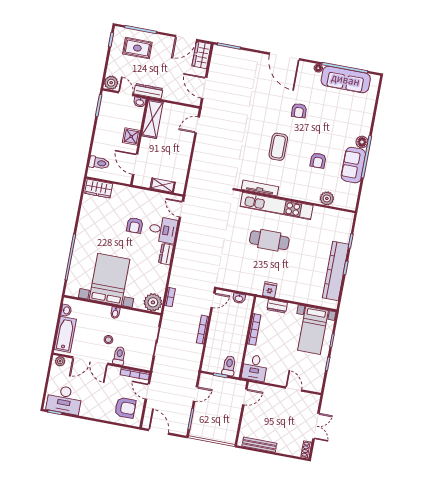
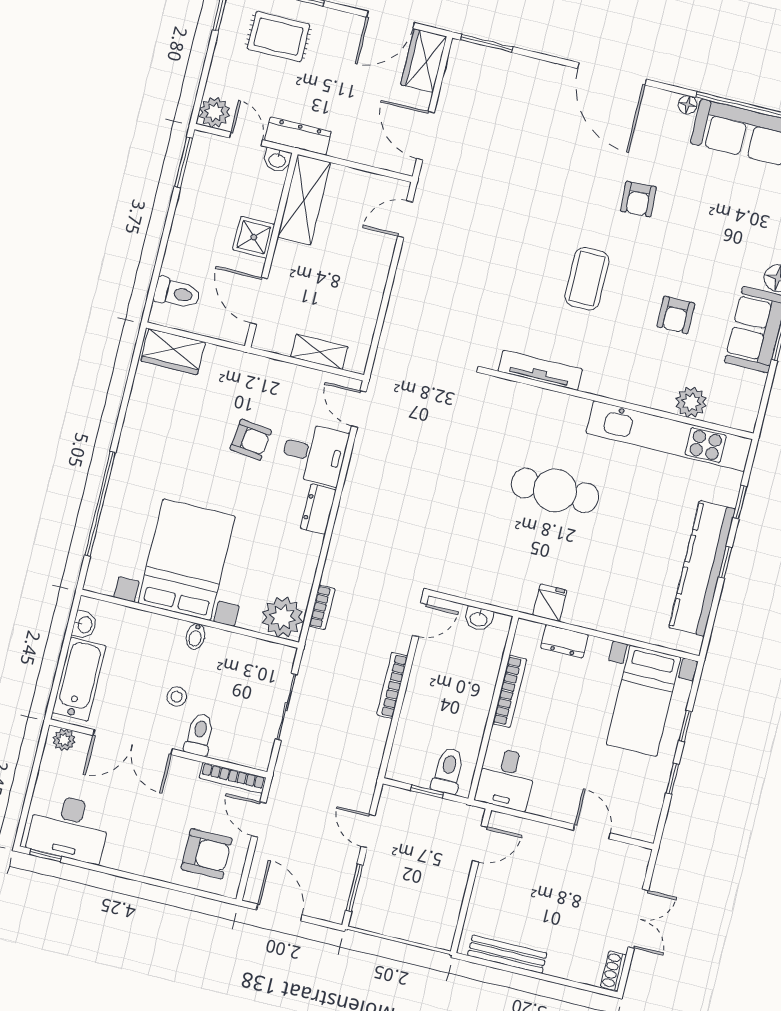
kitchen unit: (277, 206) -> (669, 436), moved
armchair: (135, 225) -> (251, 440), turned -83
door: (195, 394) -> (368, 831), swing flipped

